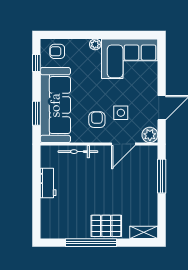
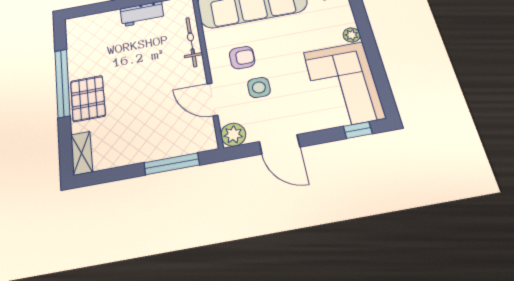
window: (162, 58) -> (358, 130), added

